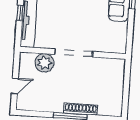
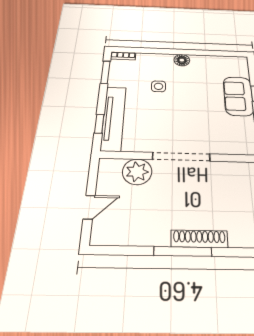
window: (20, 13) -> (99, 124), moved

